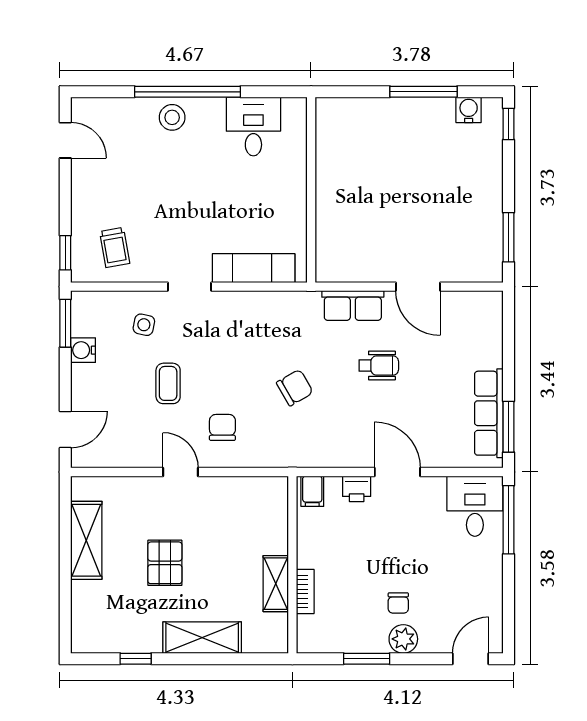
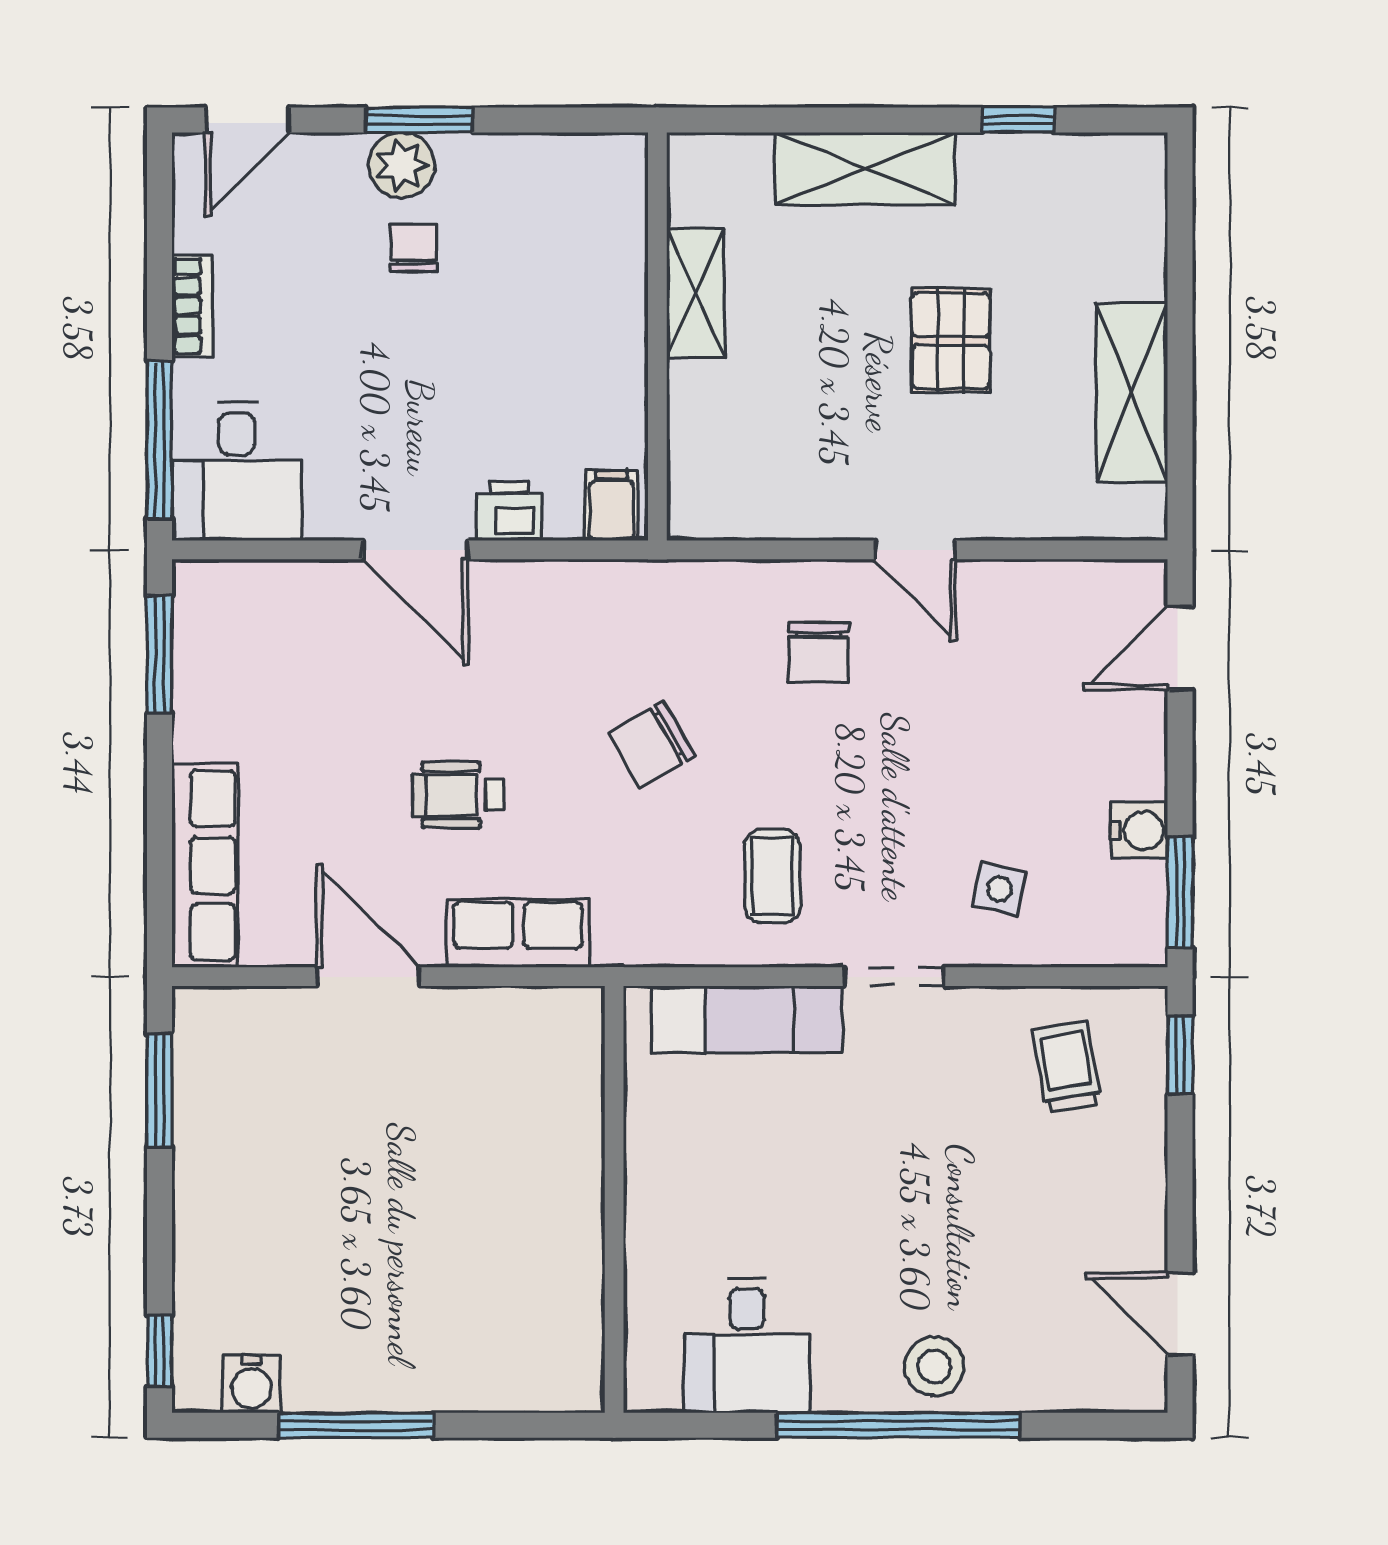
coffee table: (168, 383) -> (772, 876), moved
row of seats: (489, 413) -> (205, 865), moved
bookcase: (305, 592) -> (192, 306), moved, turned 180
window: (367, 659) -> (419, 120), moved

